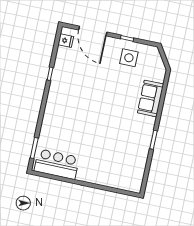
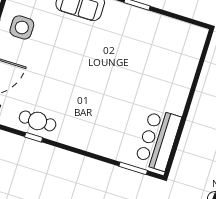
cafe table: (62, 75) -> (38, 121), added

